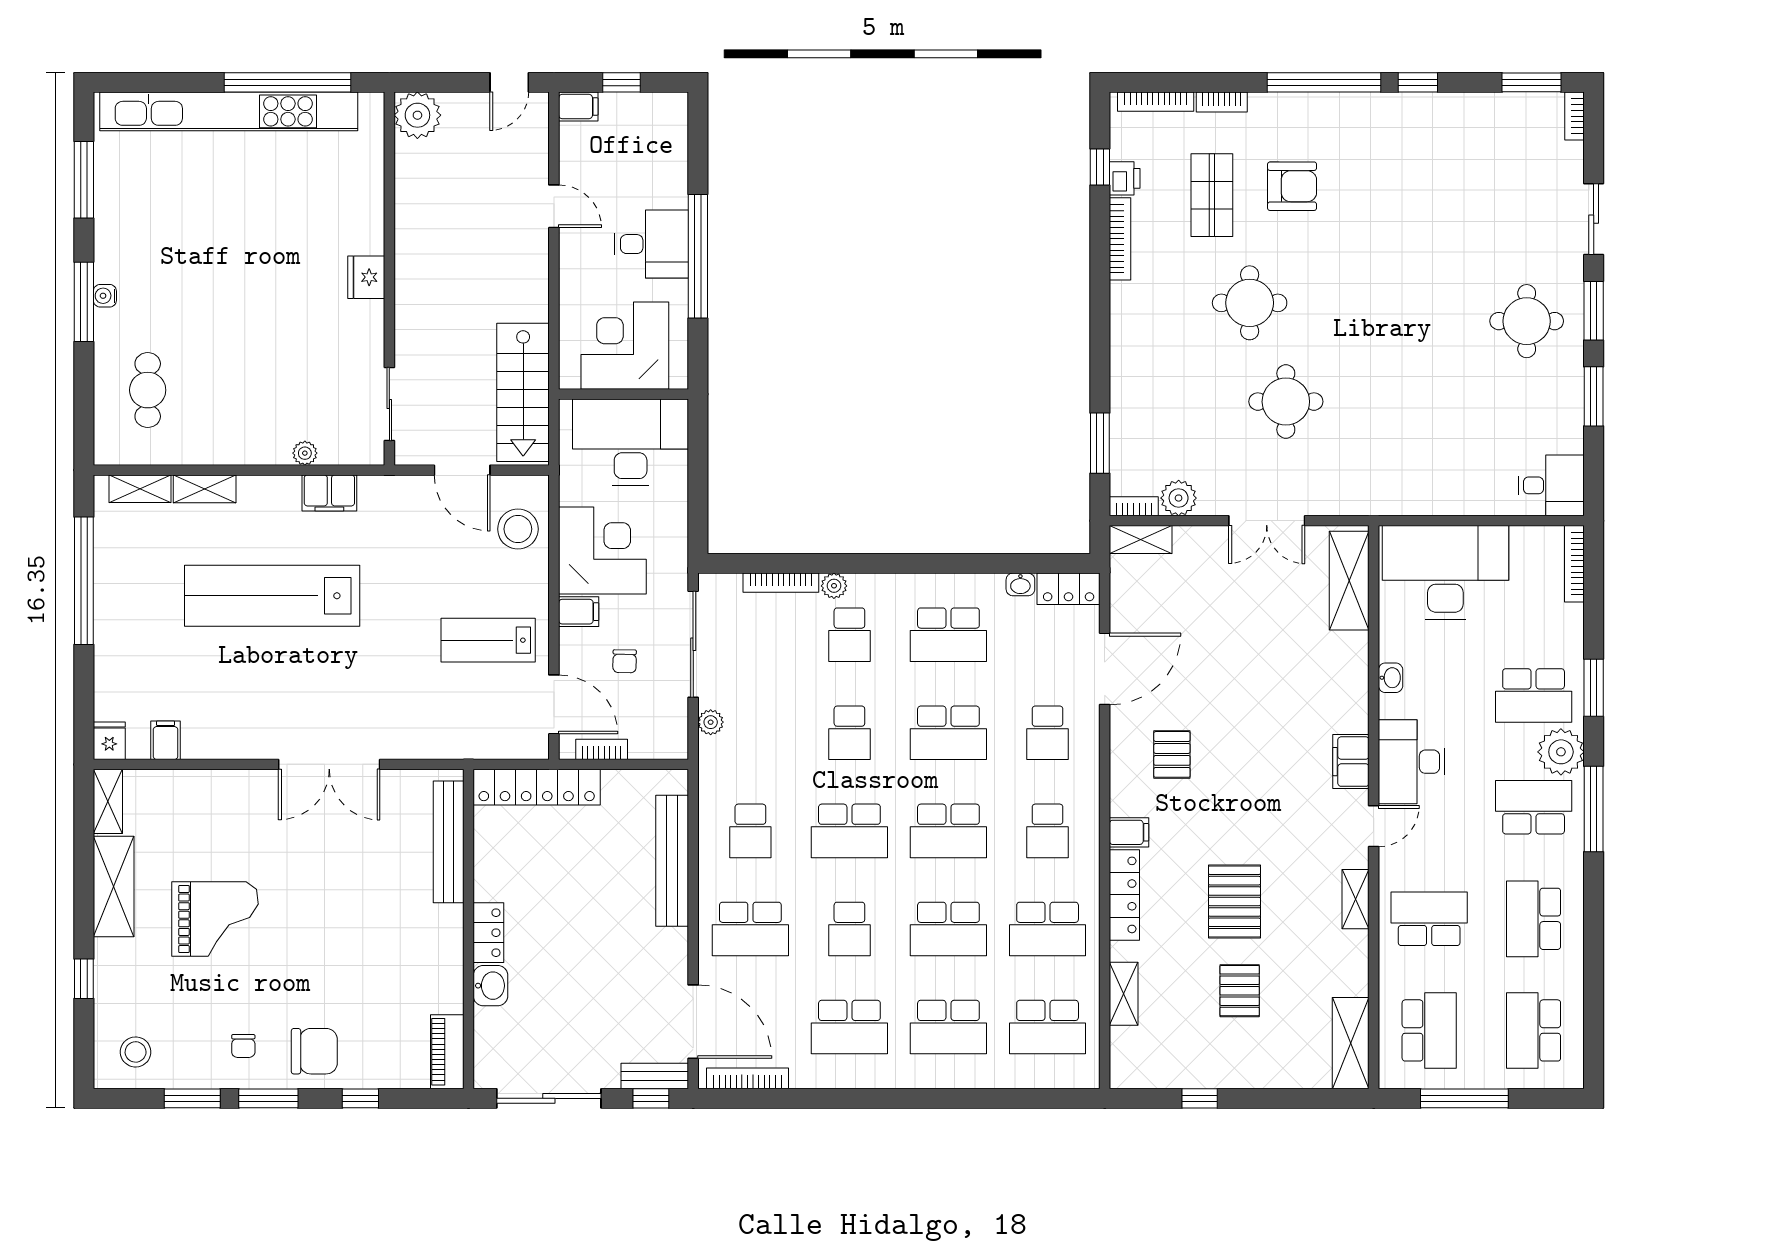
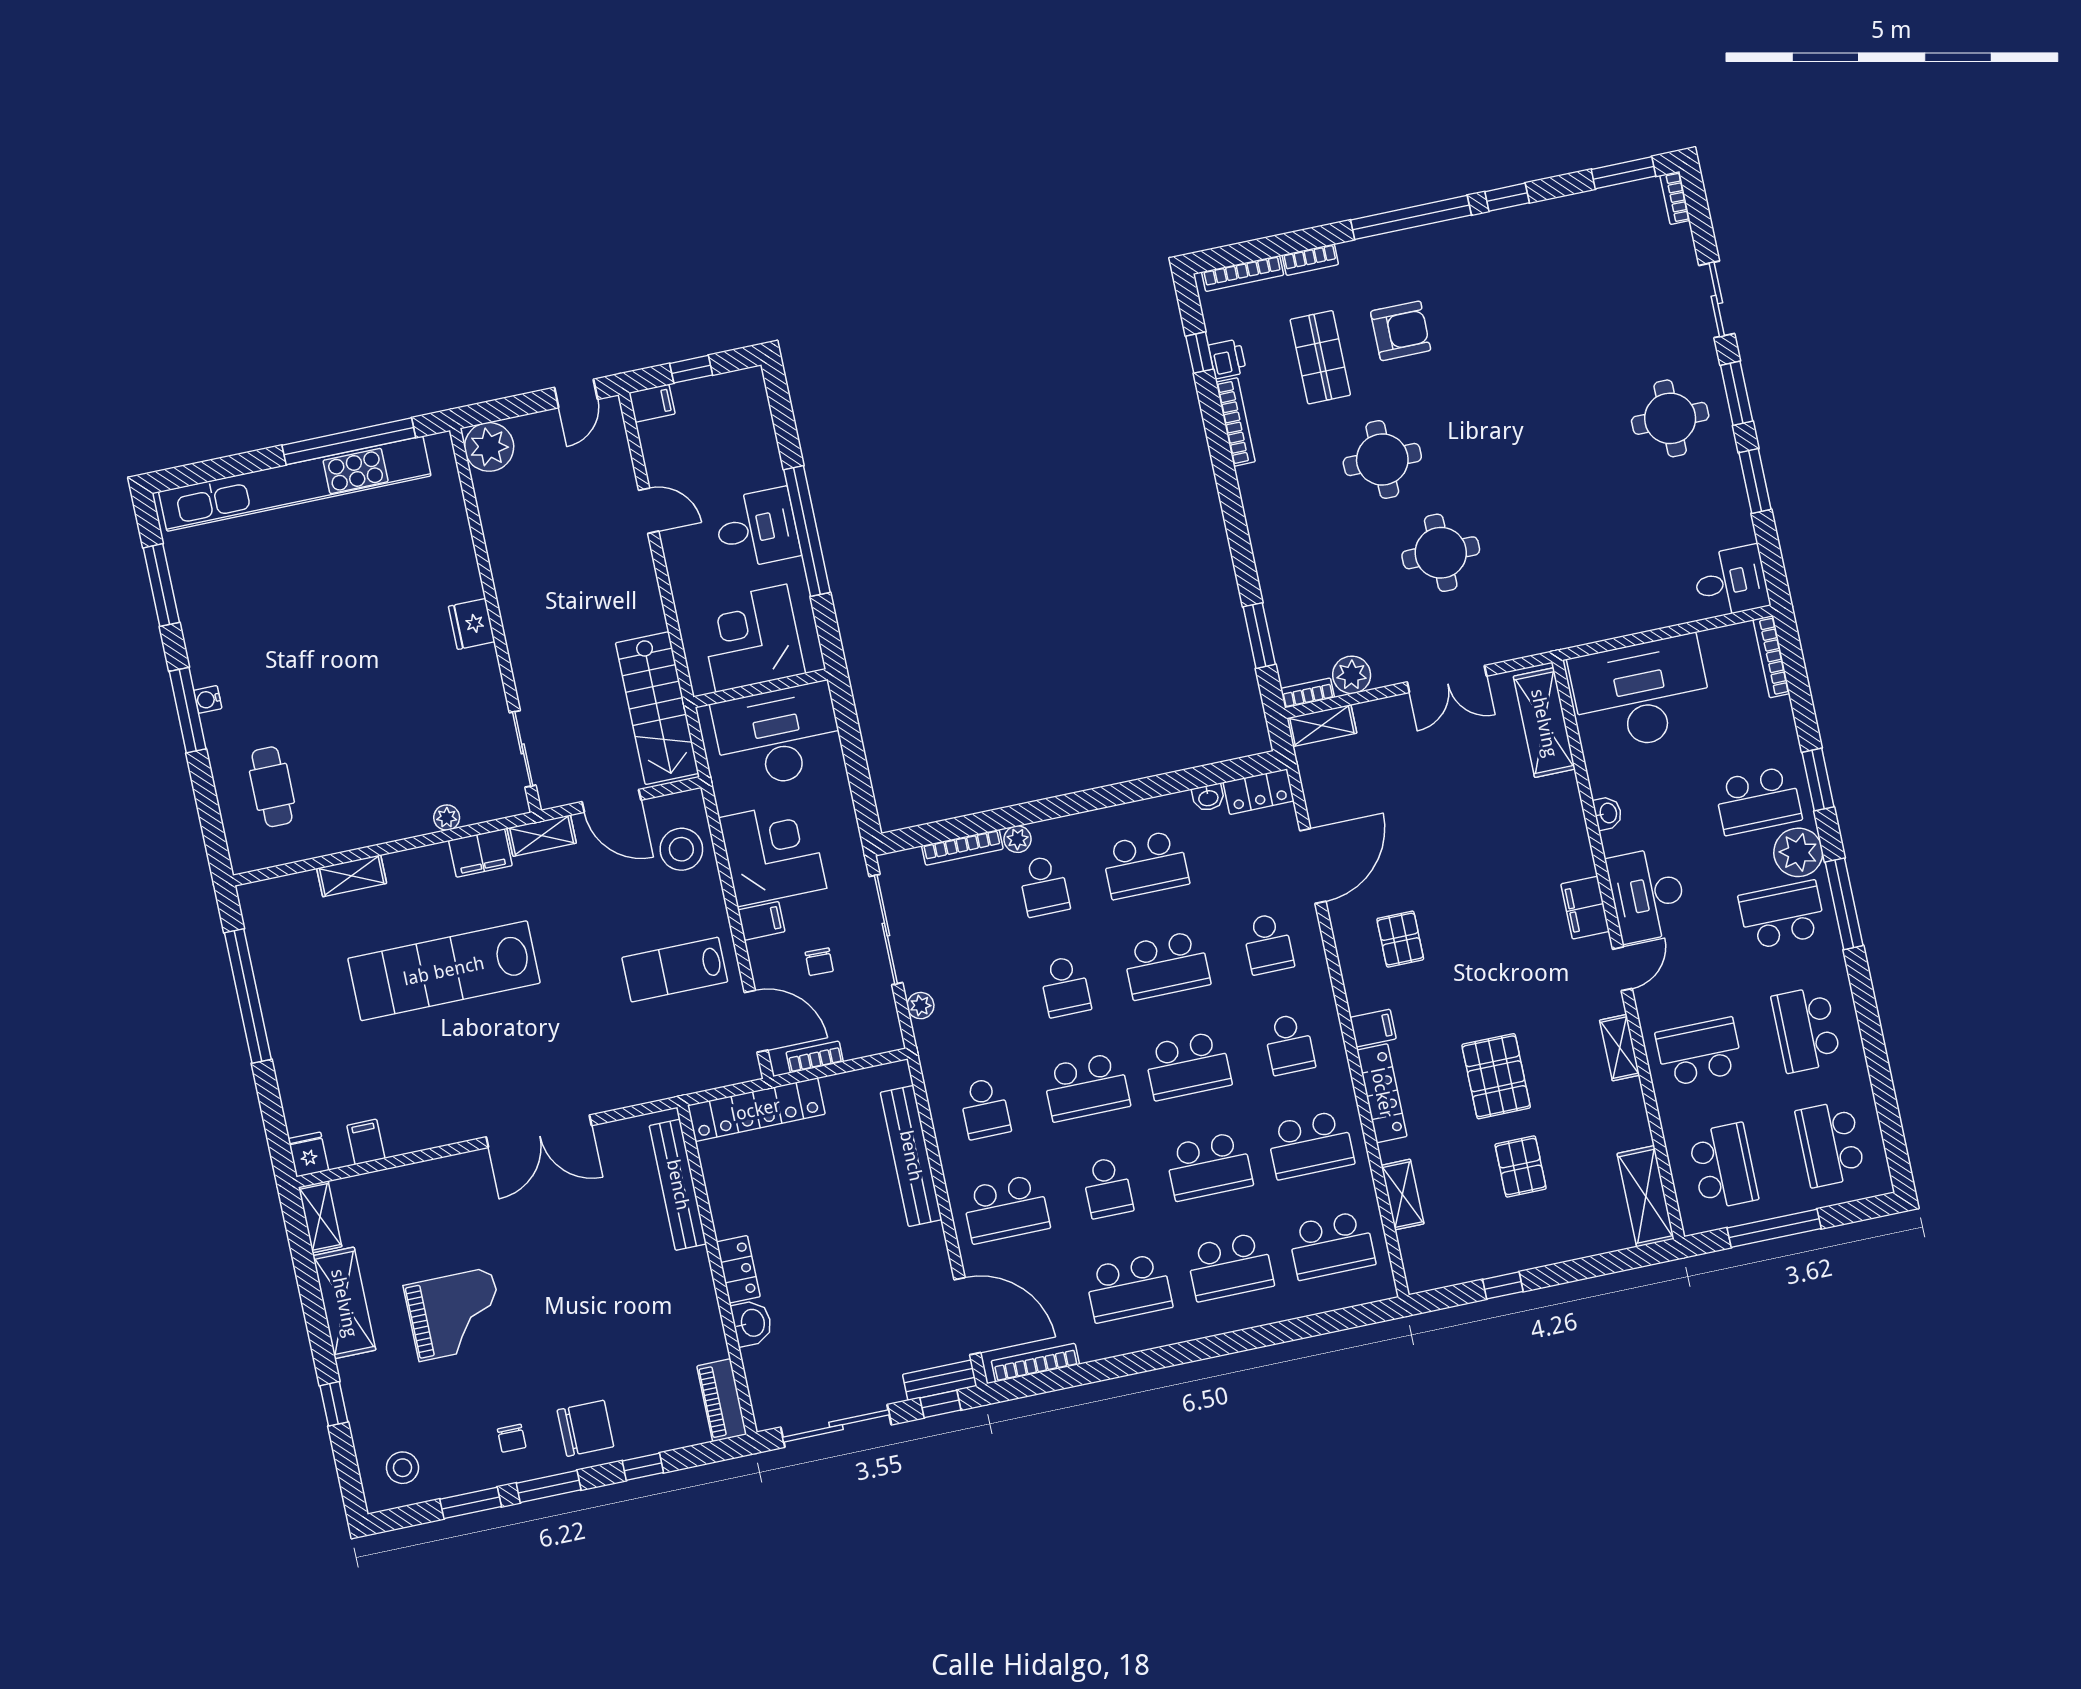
shelving: (140, 489) -> (542, 836), moved

